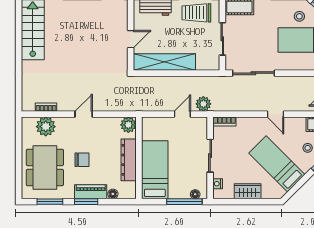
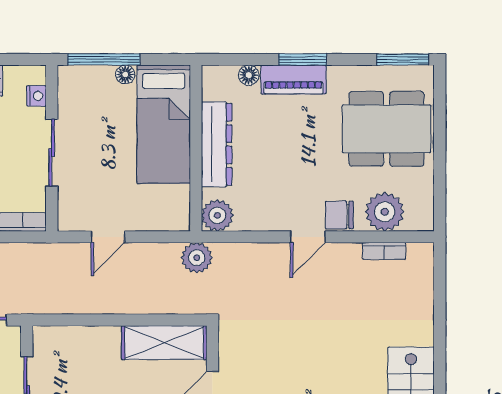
shelving: (164, 62) -> (164, 343), width x0.68
plant: (203, 104) -> (197, 258), moved
chair: (82, 160) -> (339, 215), moved
dining table: (45, 167) -> (386, 129), turned 90
floor lamp: (195, 194) -> (125, 74), moved
window: (50, 202) -> (403, 59), moved

